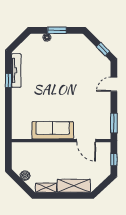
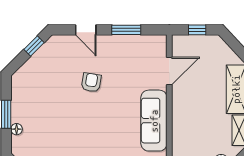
armchair: (78, 88) -> (91, 83), added
window: (114, 123) -> (126, 30), moved

